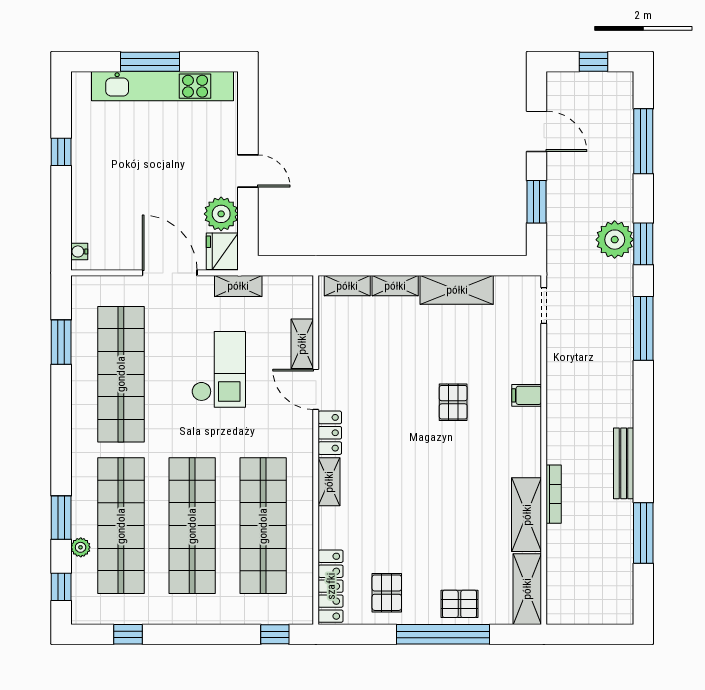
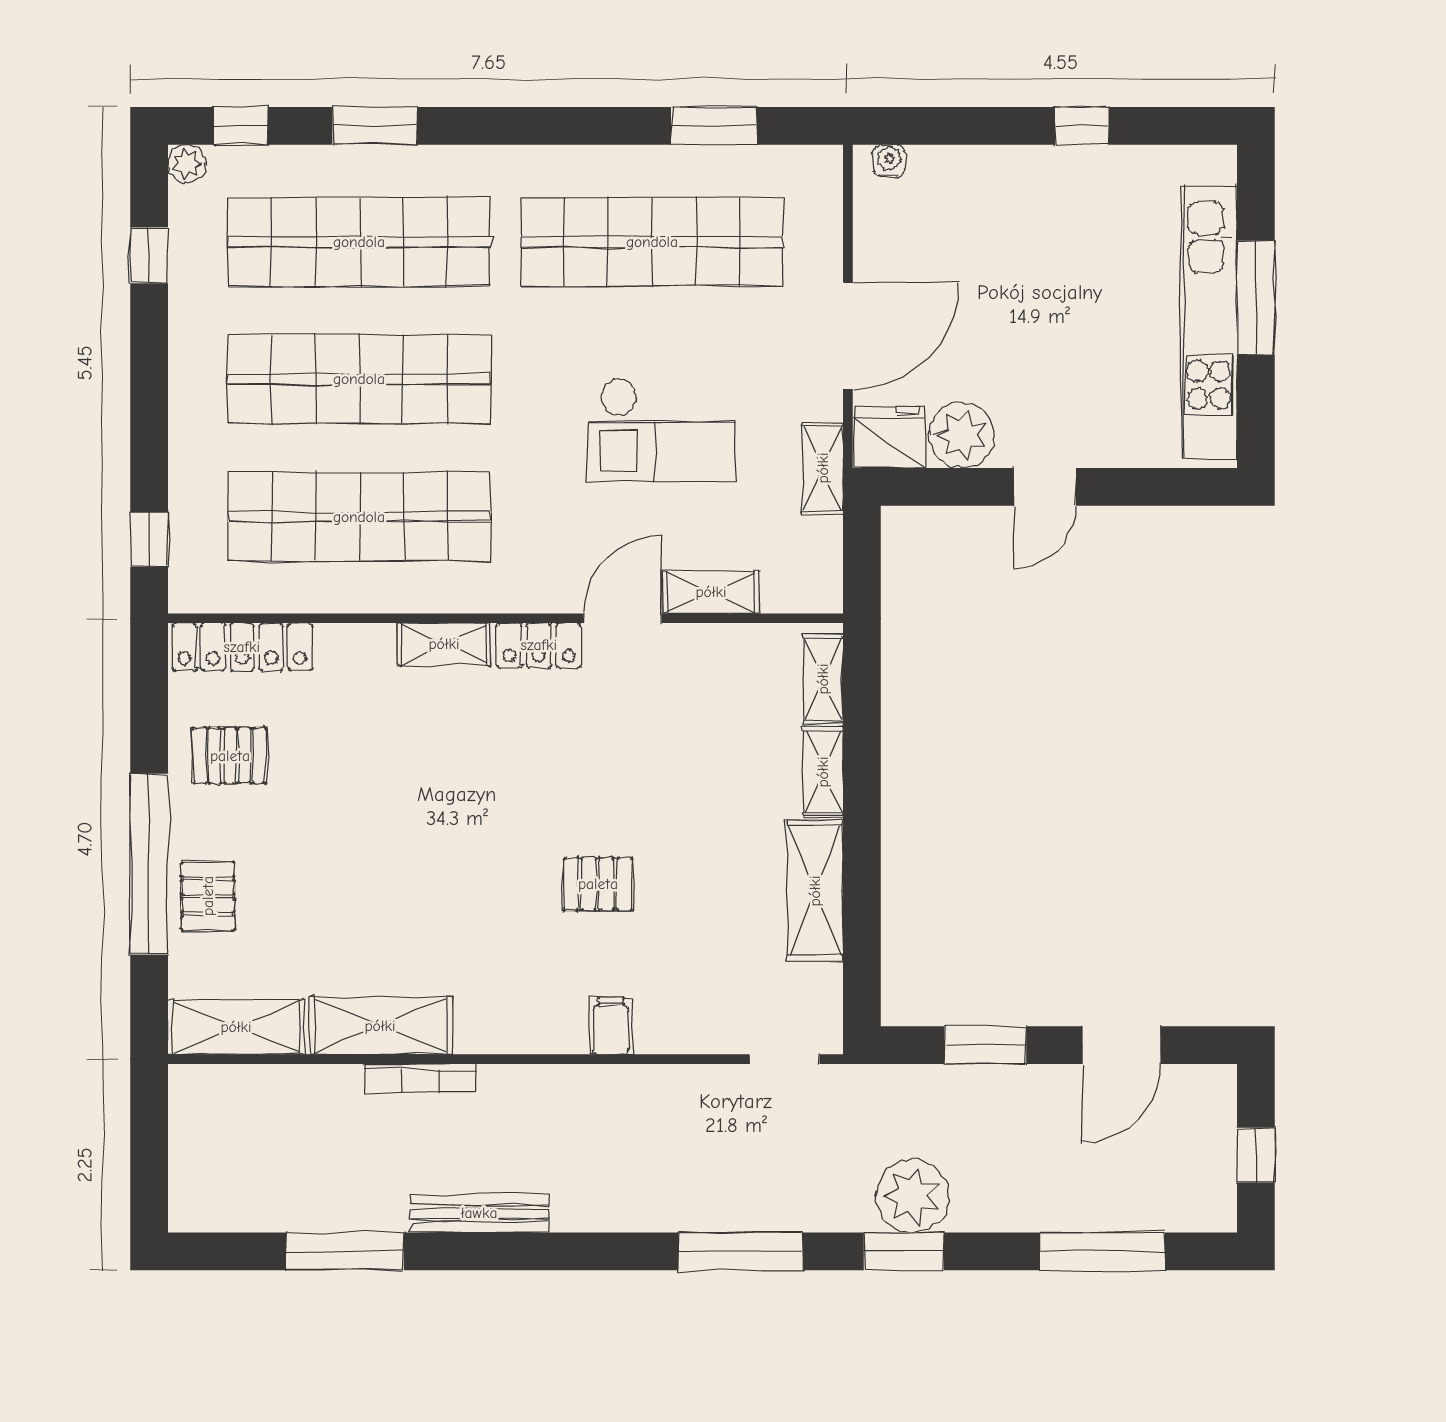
plant: (81, 547) -> (187, 163), moved

